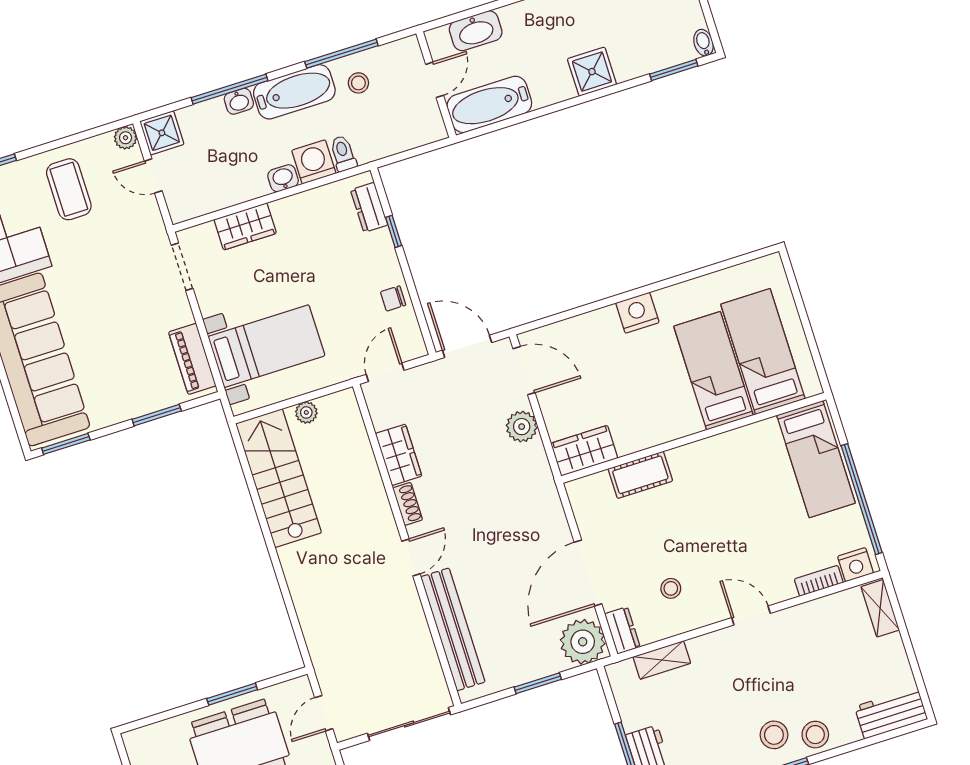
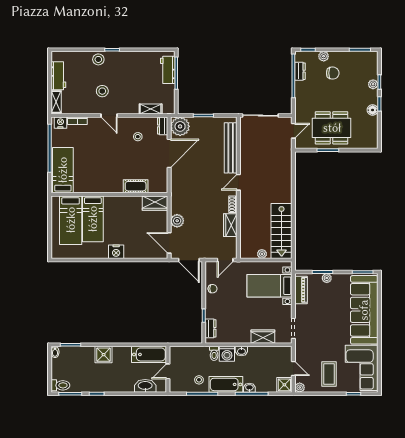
plant: (143, 404) -> (327, 278), added
workbench: (891, 713) -> (58, 76), moved, turned -90
stool: (774, 735) -> (102, 91), moved

